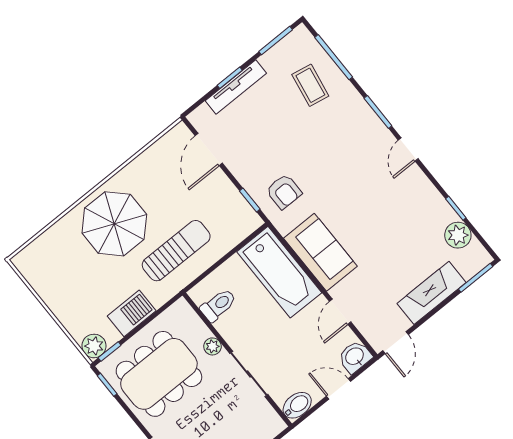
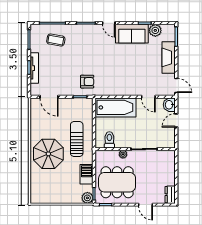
sofa: (320, 252) -> (132, 34), moved, turned 180
dining table: (159, 374) -> (117, 182), turned 90
bidet: (297, 405) -> (170, 141), removed

